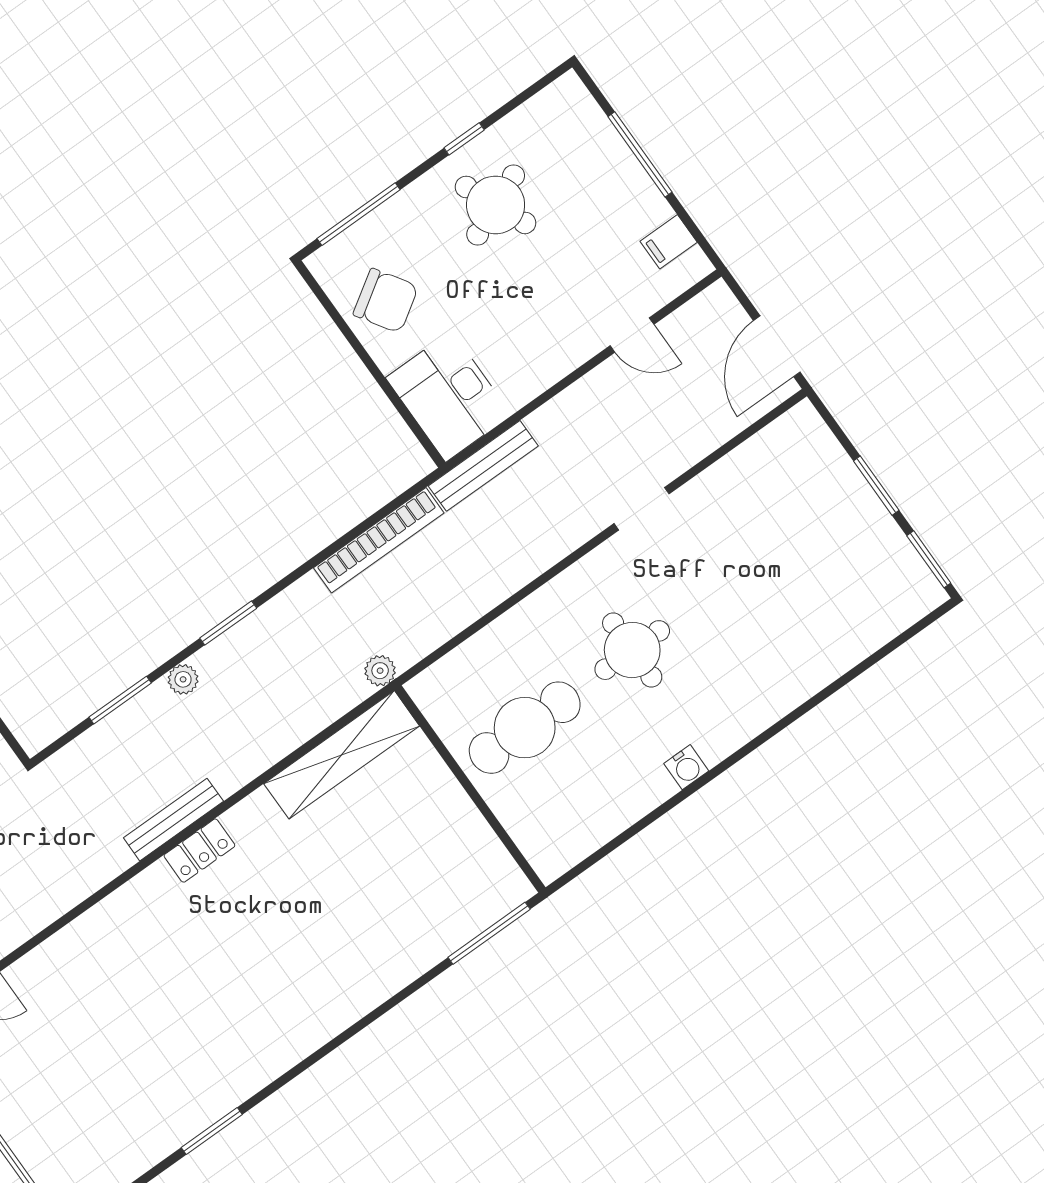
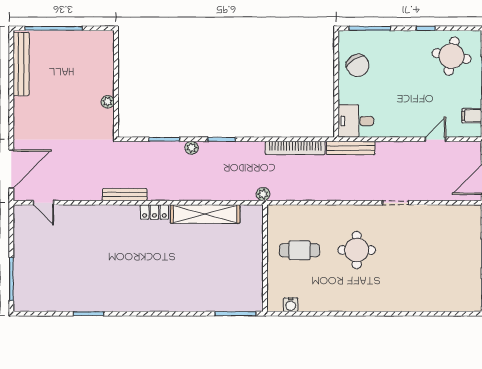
round table: (496, 205) -> (452, 56), moved, turned 34
door: (632, 335) -> (436, 139), swing flipped
desk: (449, 396) -> (356, 121), width x0.73
cafe table: (525, 728) -> (300, 250), width x0.73, depth x0.74
shelving: (342, 755) -> (205, 214), moved
water cooler: (686, 767) -> (291, 305), moved
bench: (173, 820) -> (125, 195), moved

